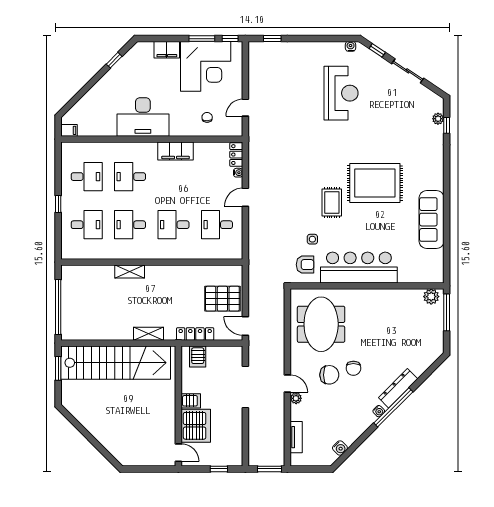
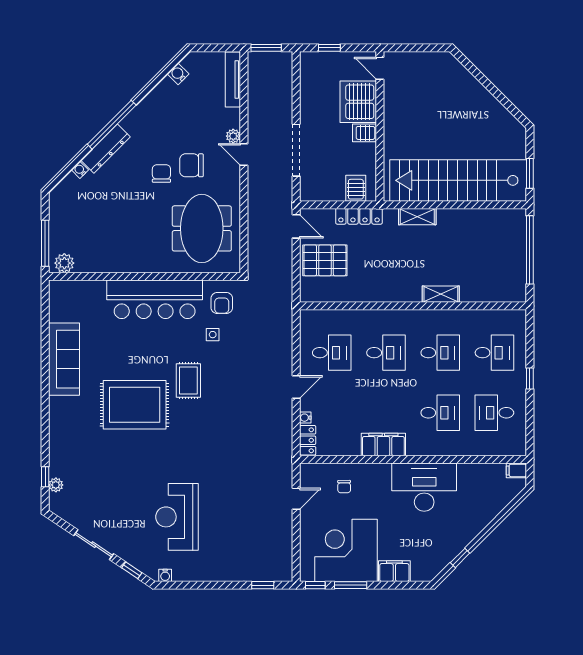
desk: (87, 225) -> (494, 353), turned 180
armchair: (305, 265) -> (222, 303), turned -90
water cooler: (379, 411) -> (80, 170), moved
tv unit: (296, 437) -> (233, 80), width x1.41

